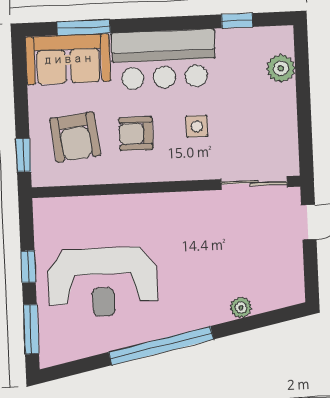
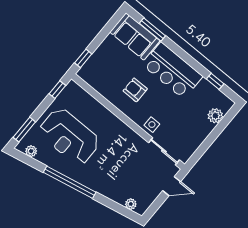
side table: (197, 126) -> (152, 125), moved
armchair: (75, 137) -> (110, 70), removed
window: (28, 267) -> (57, 90), moved
plant: (241, 307) -> (131, 204), moved
plant: (68, 351) -> (31, 151), added

